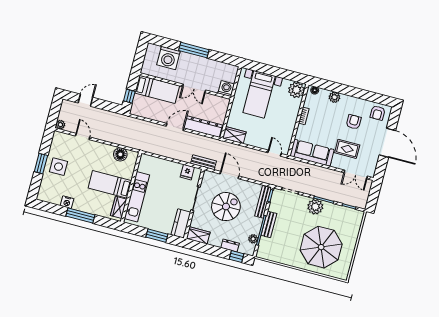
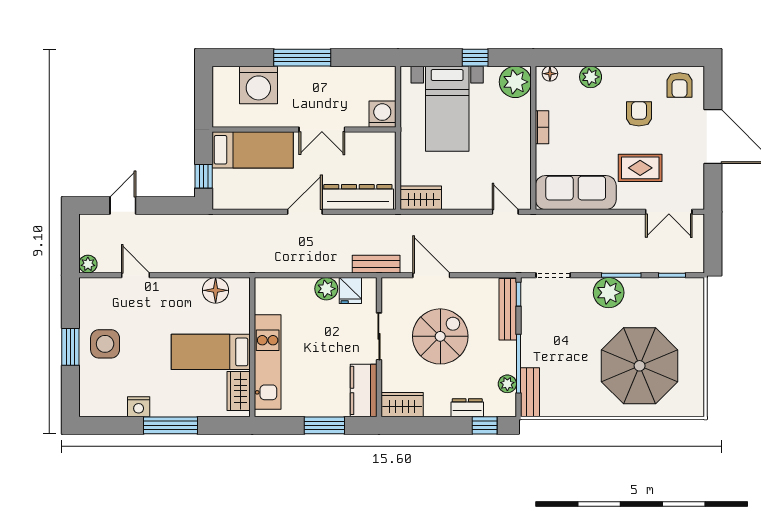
window: (280, 73) -> (475, 58), added
plant: (176, 168) -> (326, 289), added
bench: (269, 224) -> (530, 392), moved

